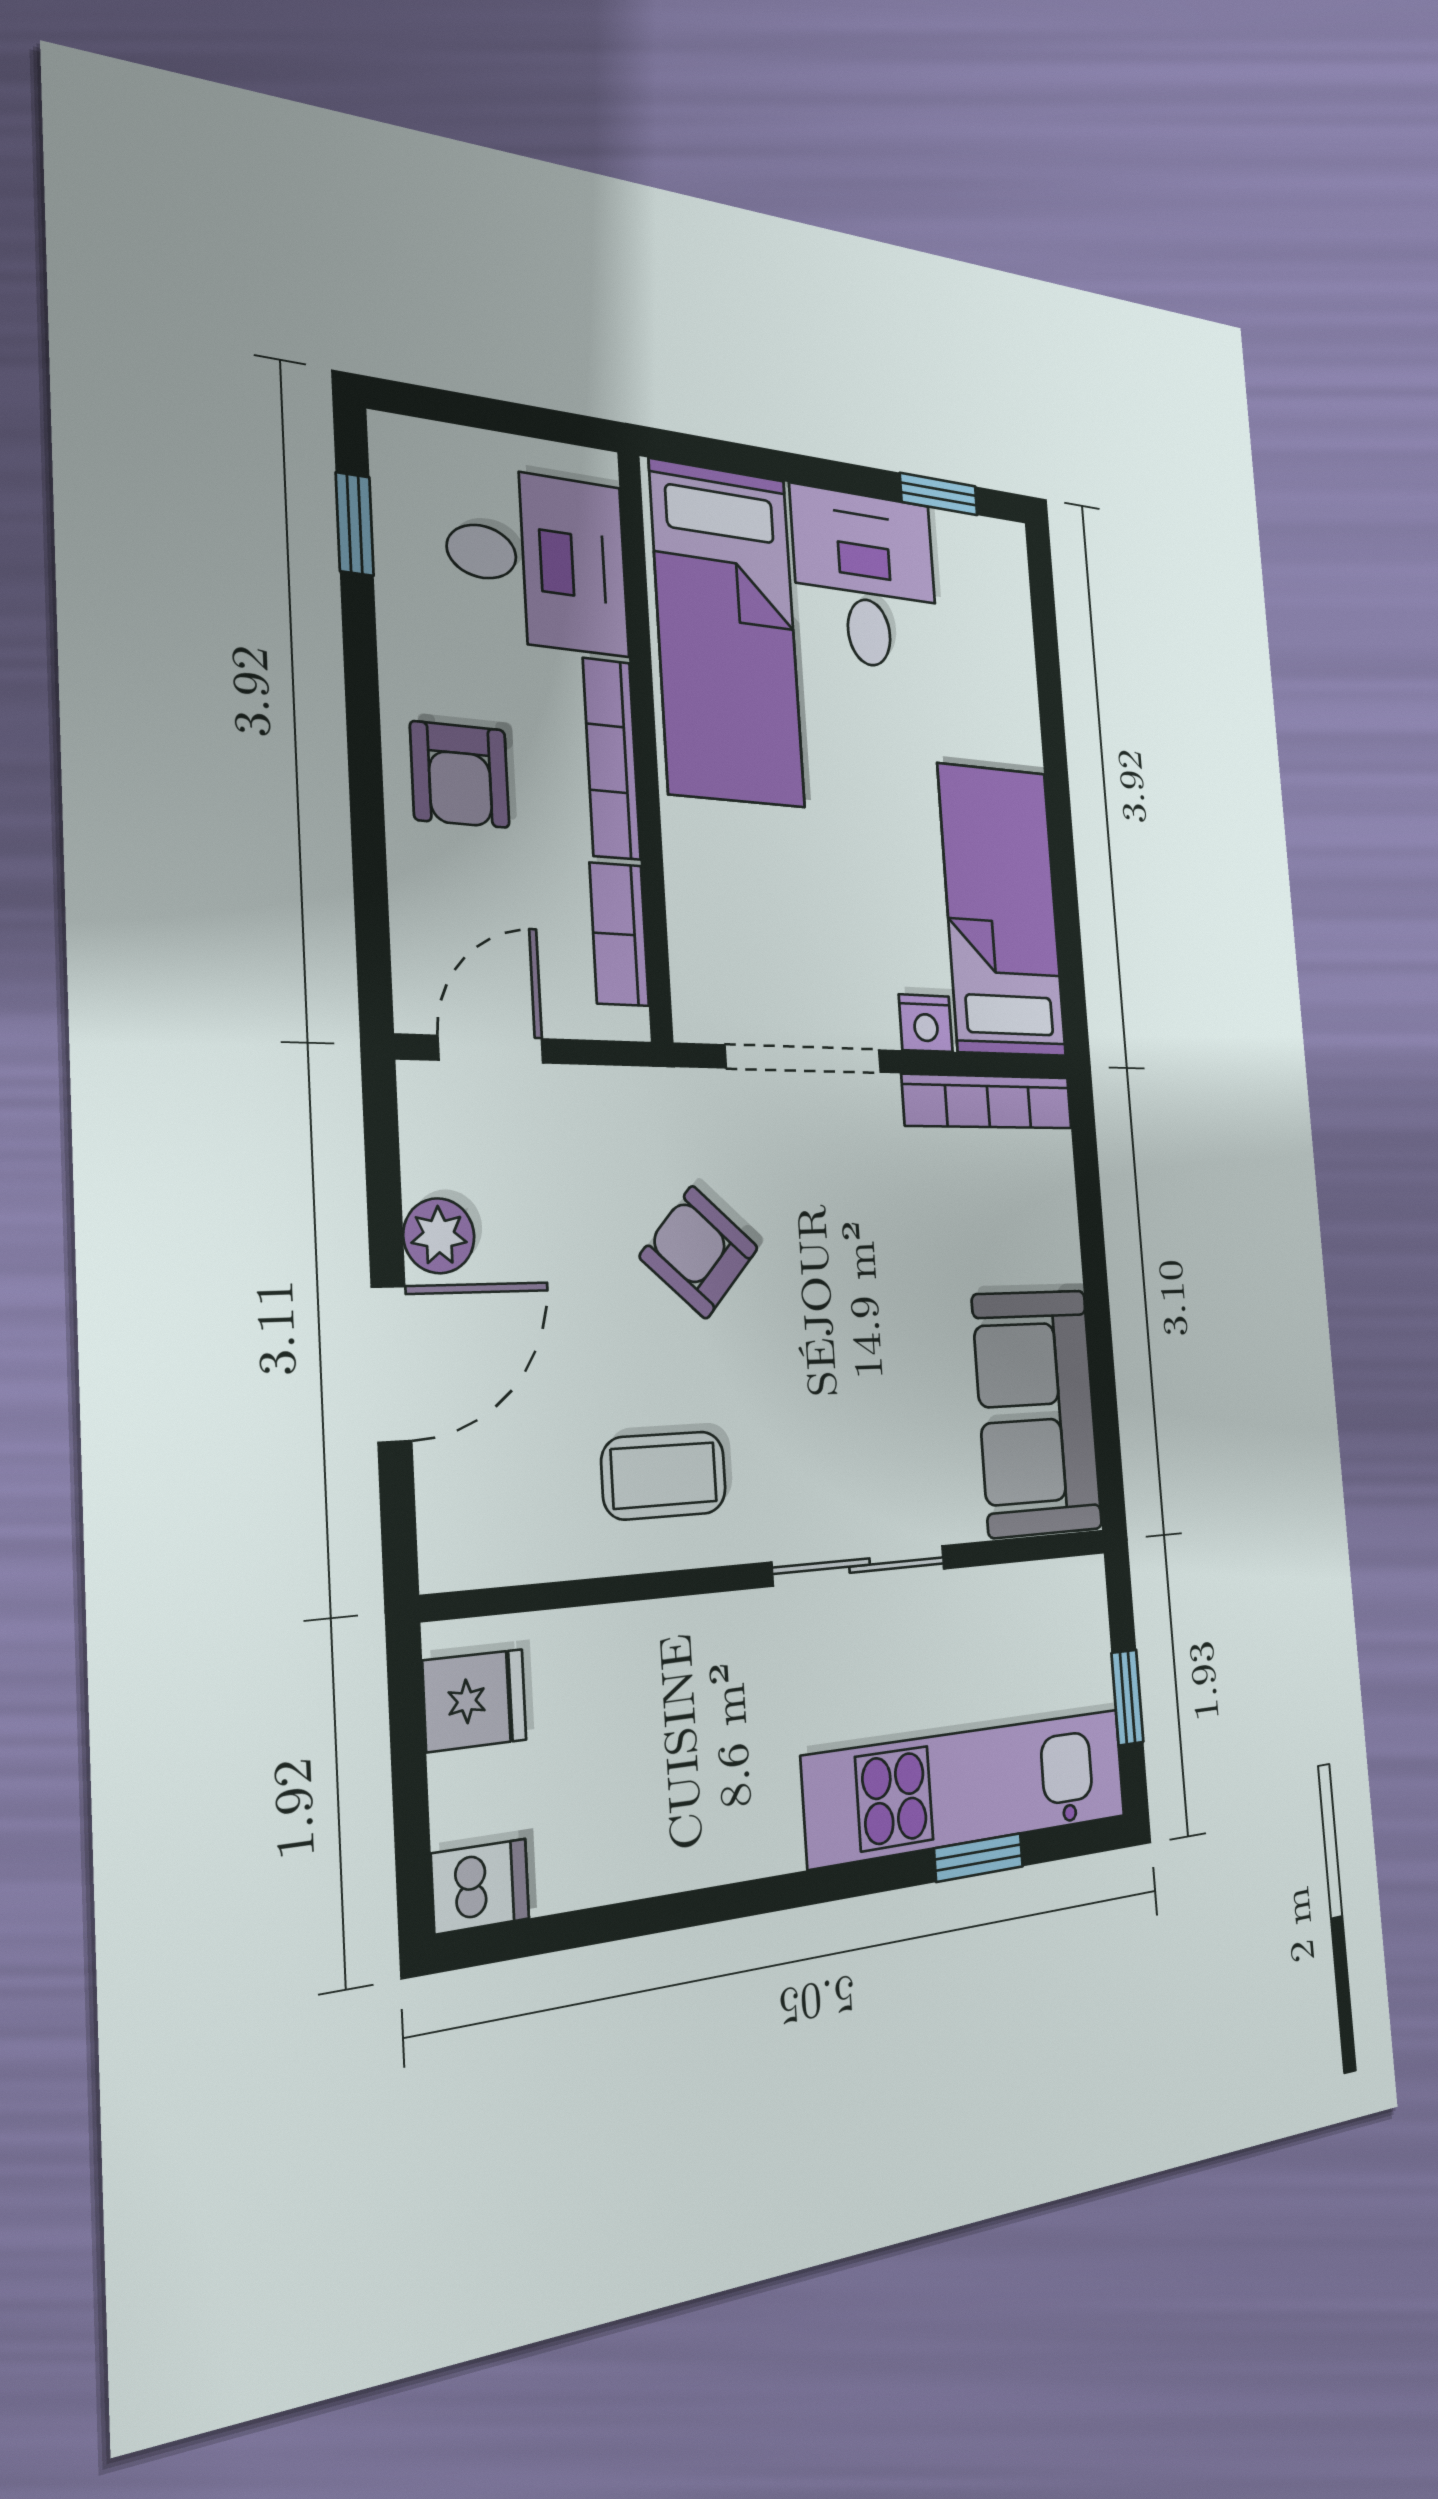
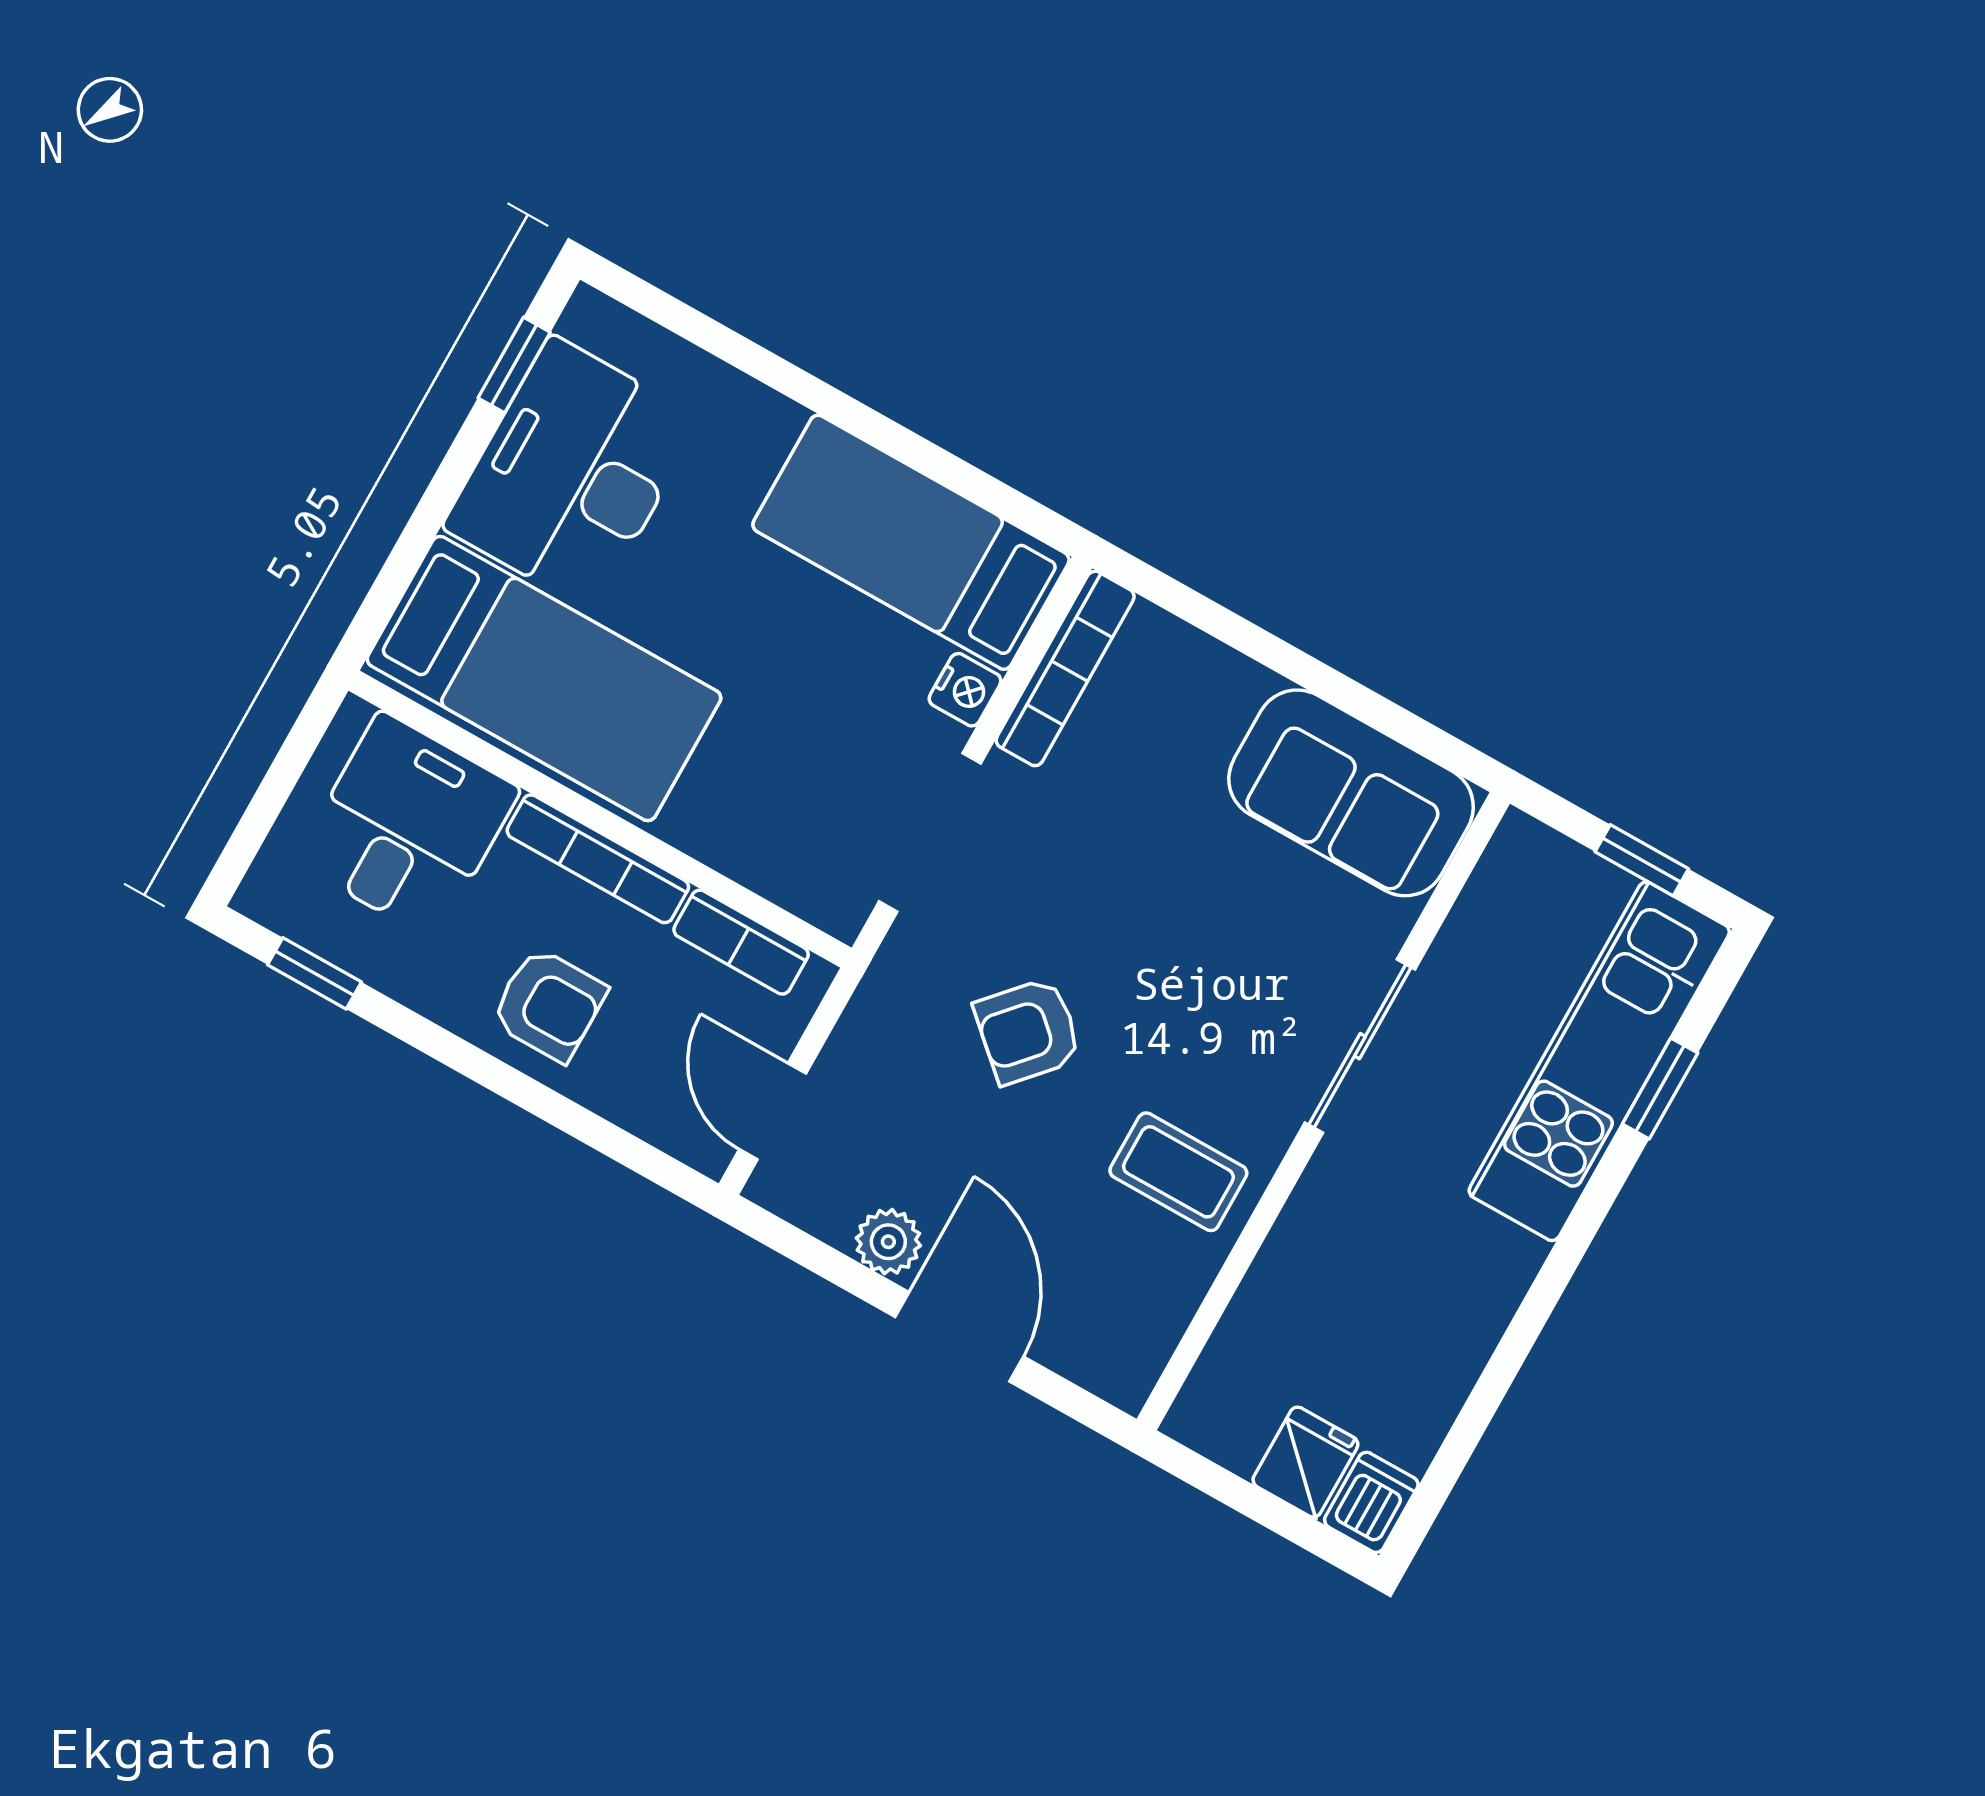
desk: (865, 580) -> (572, 473), width x1.37
coffee table: (664, 1475) -> (1178, 1172), turned 90
fridge: (475, 1700) -> (1305, 1462), moved

